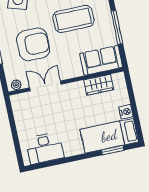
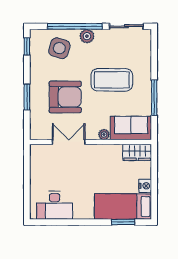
plant: (16, 85) -> (104, 135), moved
wardrobe: (99, 85) -> (137, 152), moved

